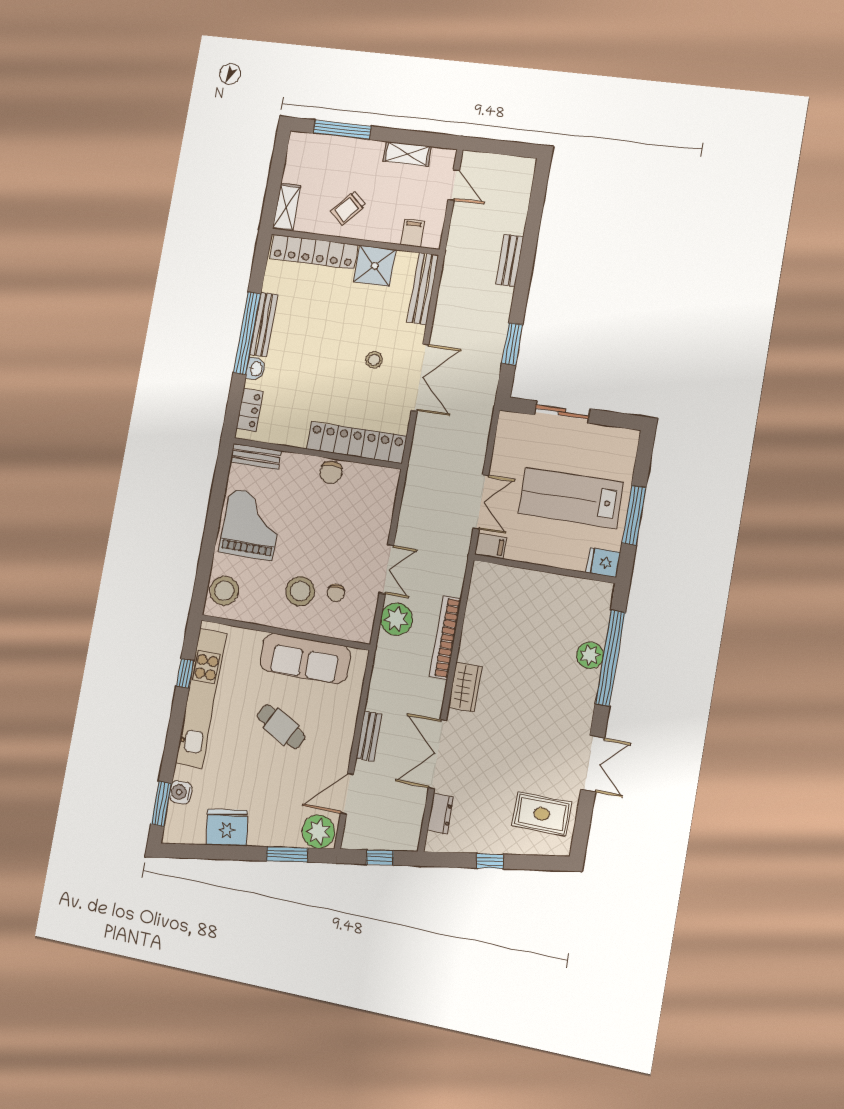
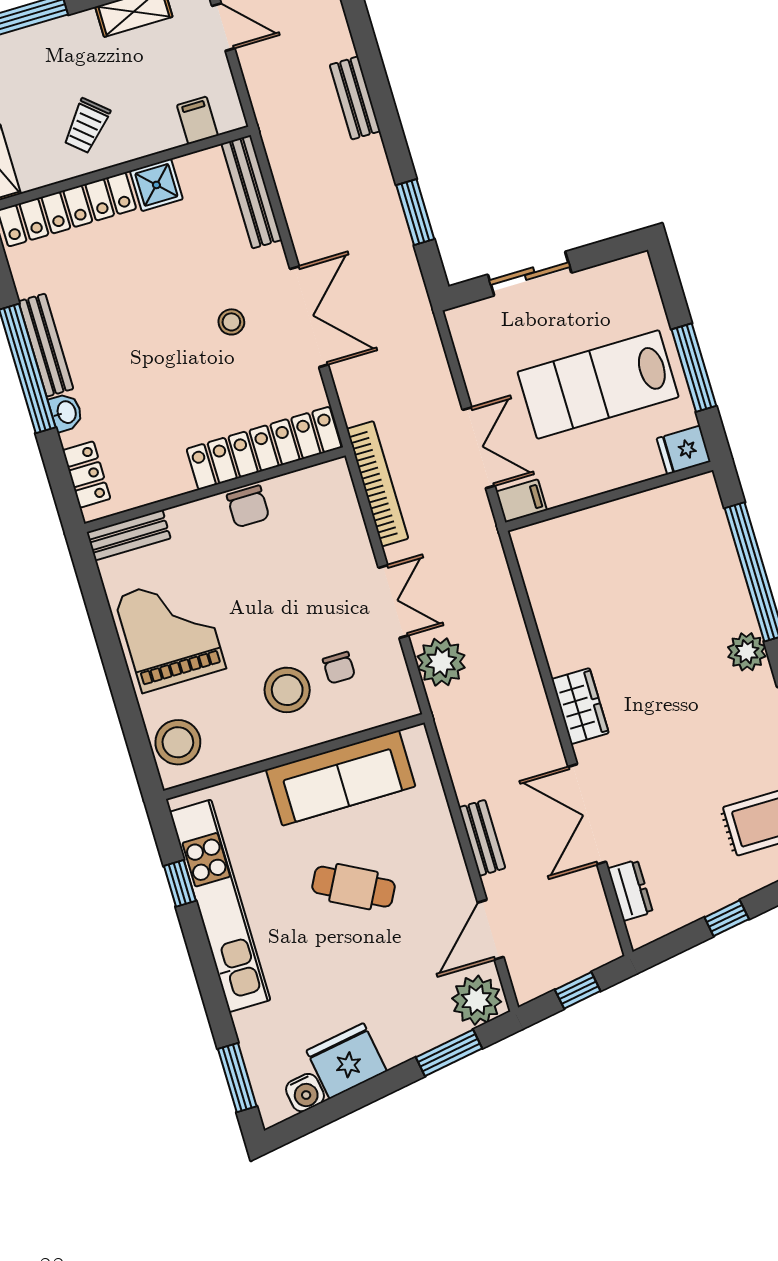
shower: (375, 266) -> (156, 185), width x0.73, depth x0.73
bookcase: (445, 637) -> (377, 484), moved, turned 180
plant: (590, 655) -> (747, 652), moved
water cooler: (181, 792) -> (305, 1093), moved, turned -99

